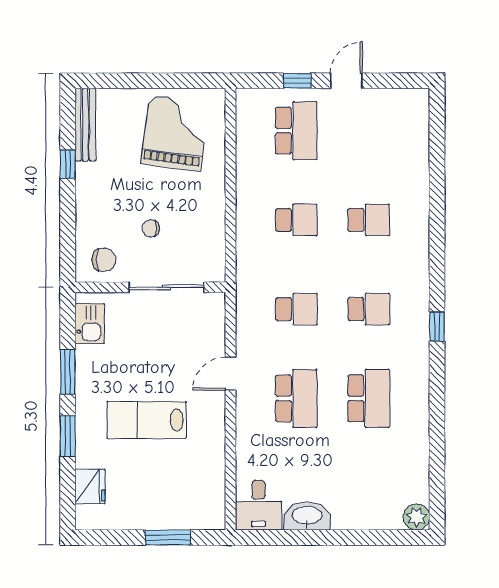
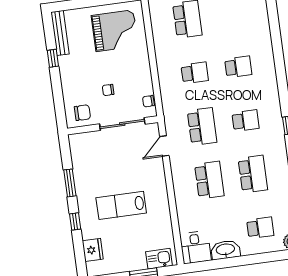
grand piano: (175, 133) -> (115, 31), turned 82
chair: (214, 256) -> (148, 101), added
school desk: (296, 309) -> (202, 126), width x1.85
kitchen sink: (90, 324) -> (159, 259), moved, turned -90
door: (230, 374) -> (164, 146), moved
window: (68, 436) -> (75, 221), width x0.67
school desk: (369, 488) -> (260, 228), added

